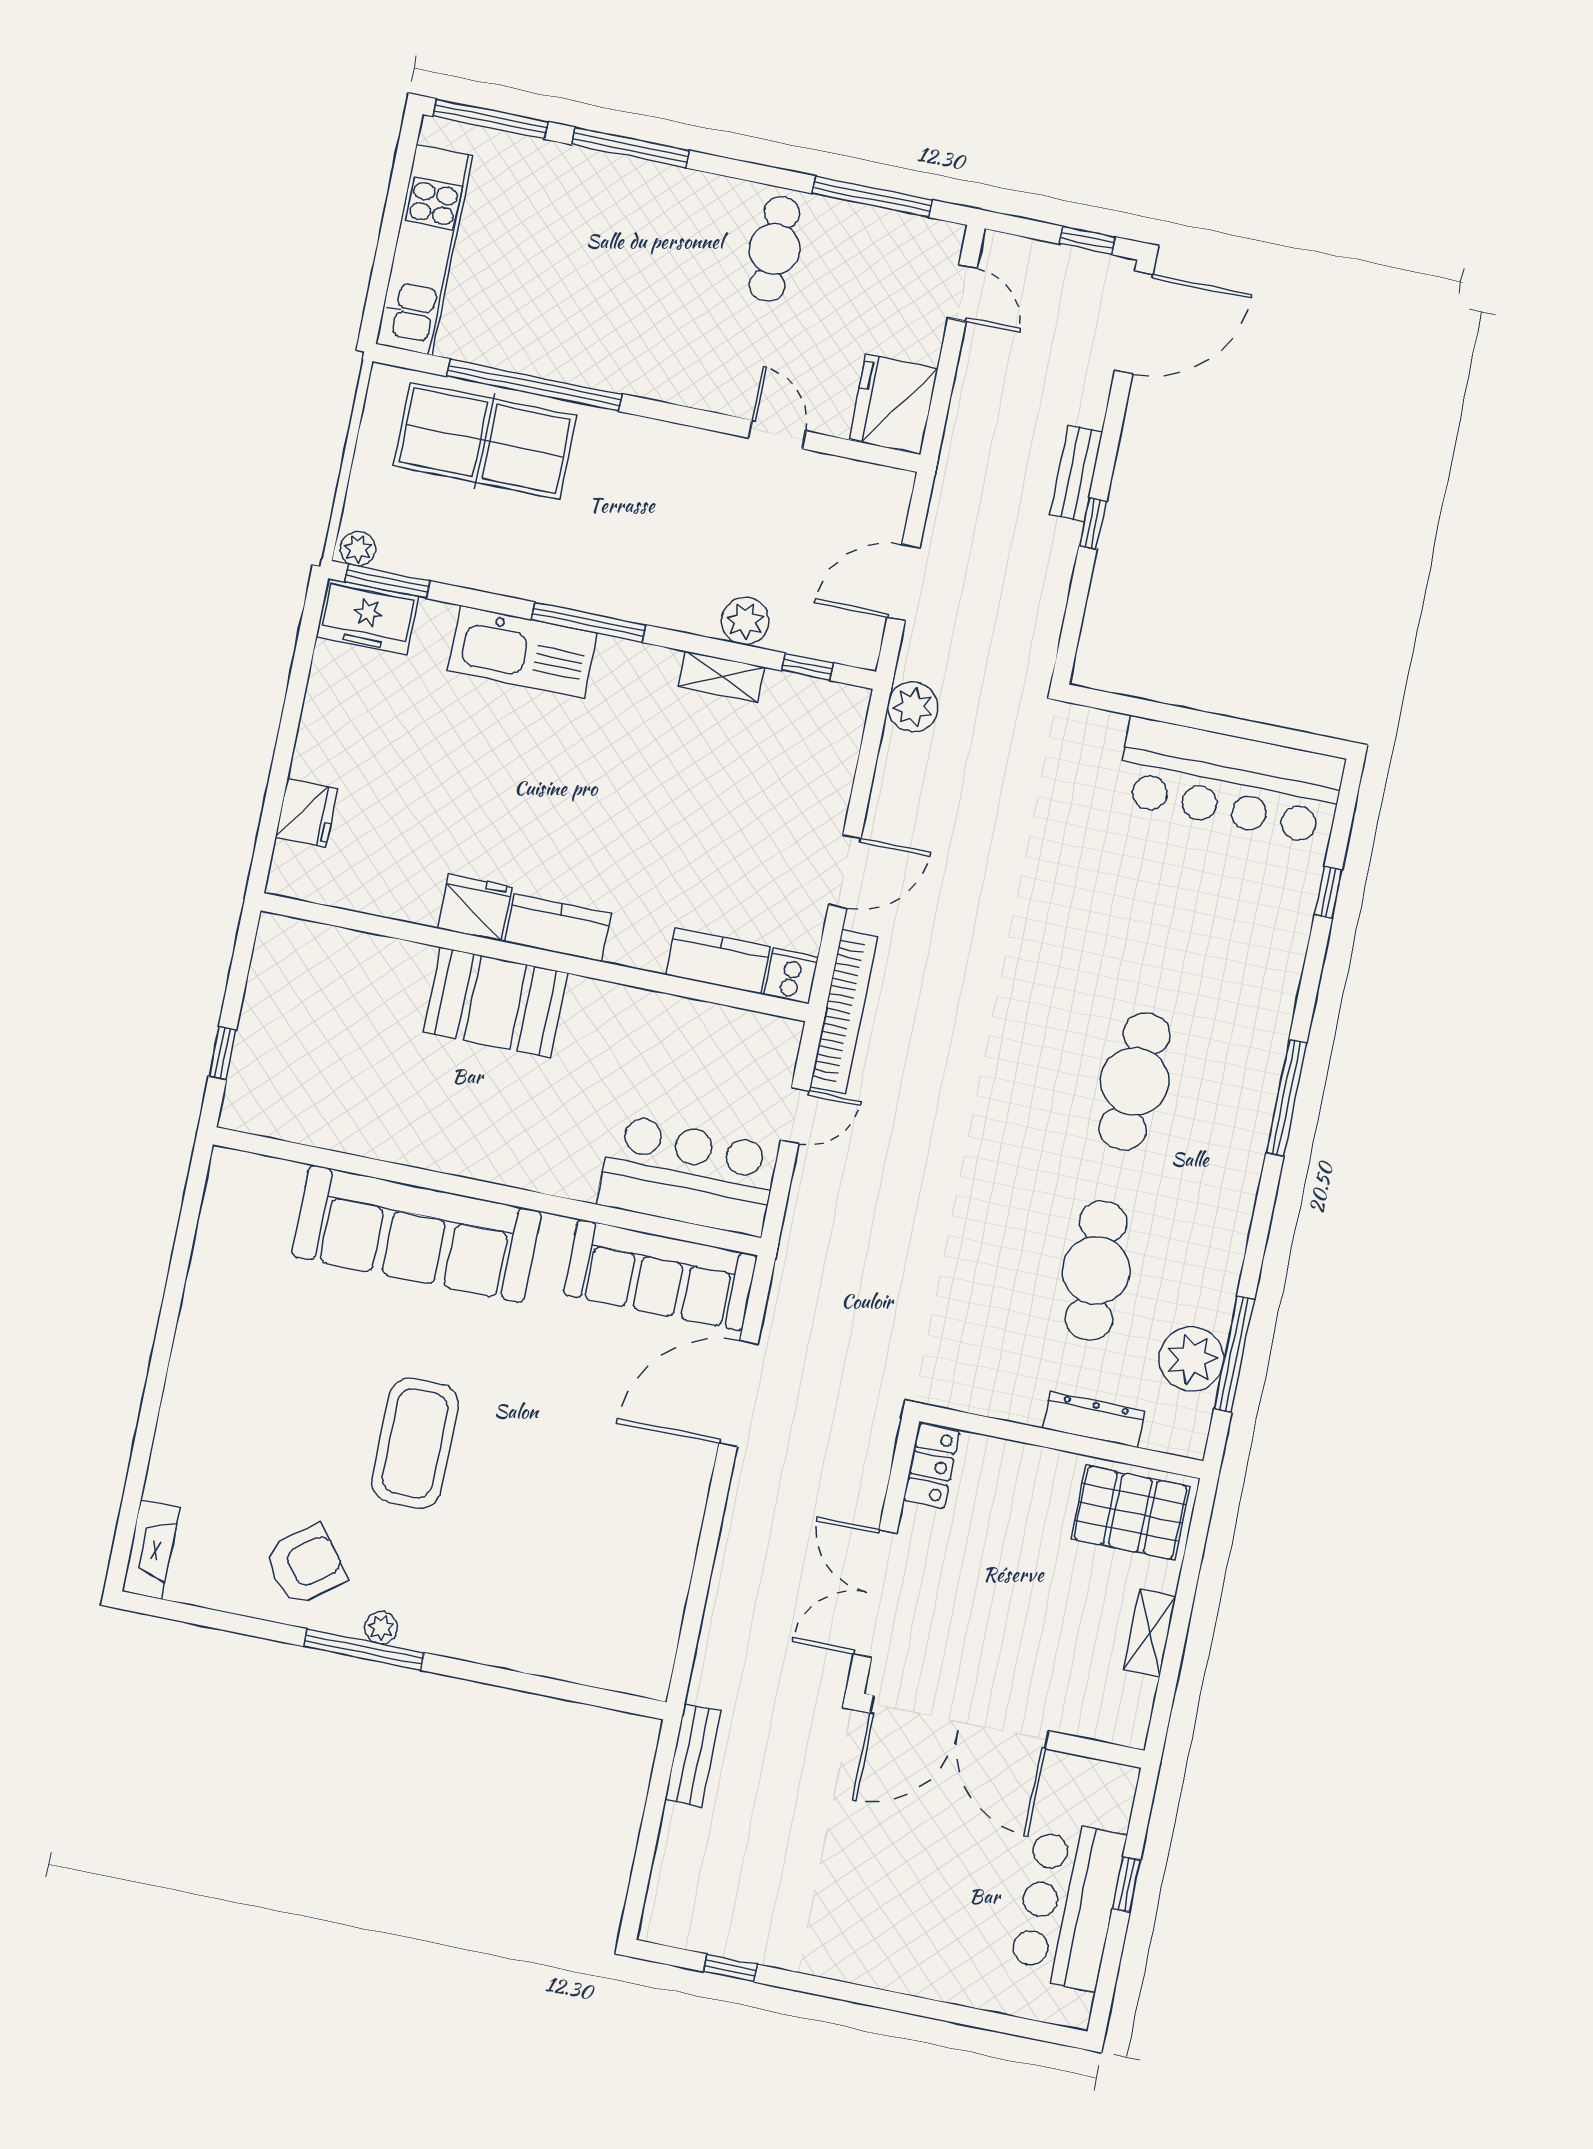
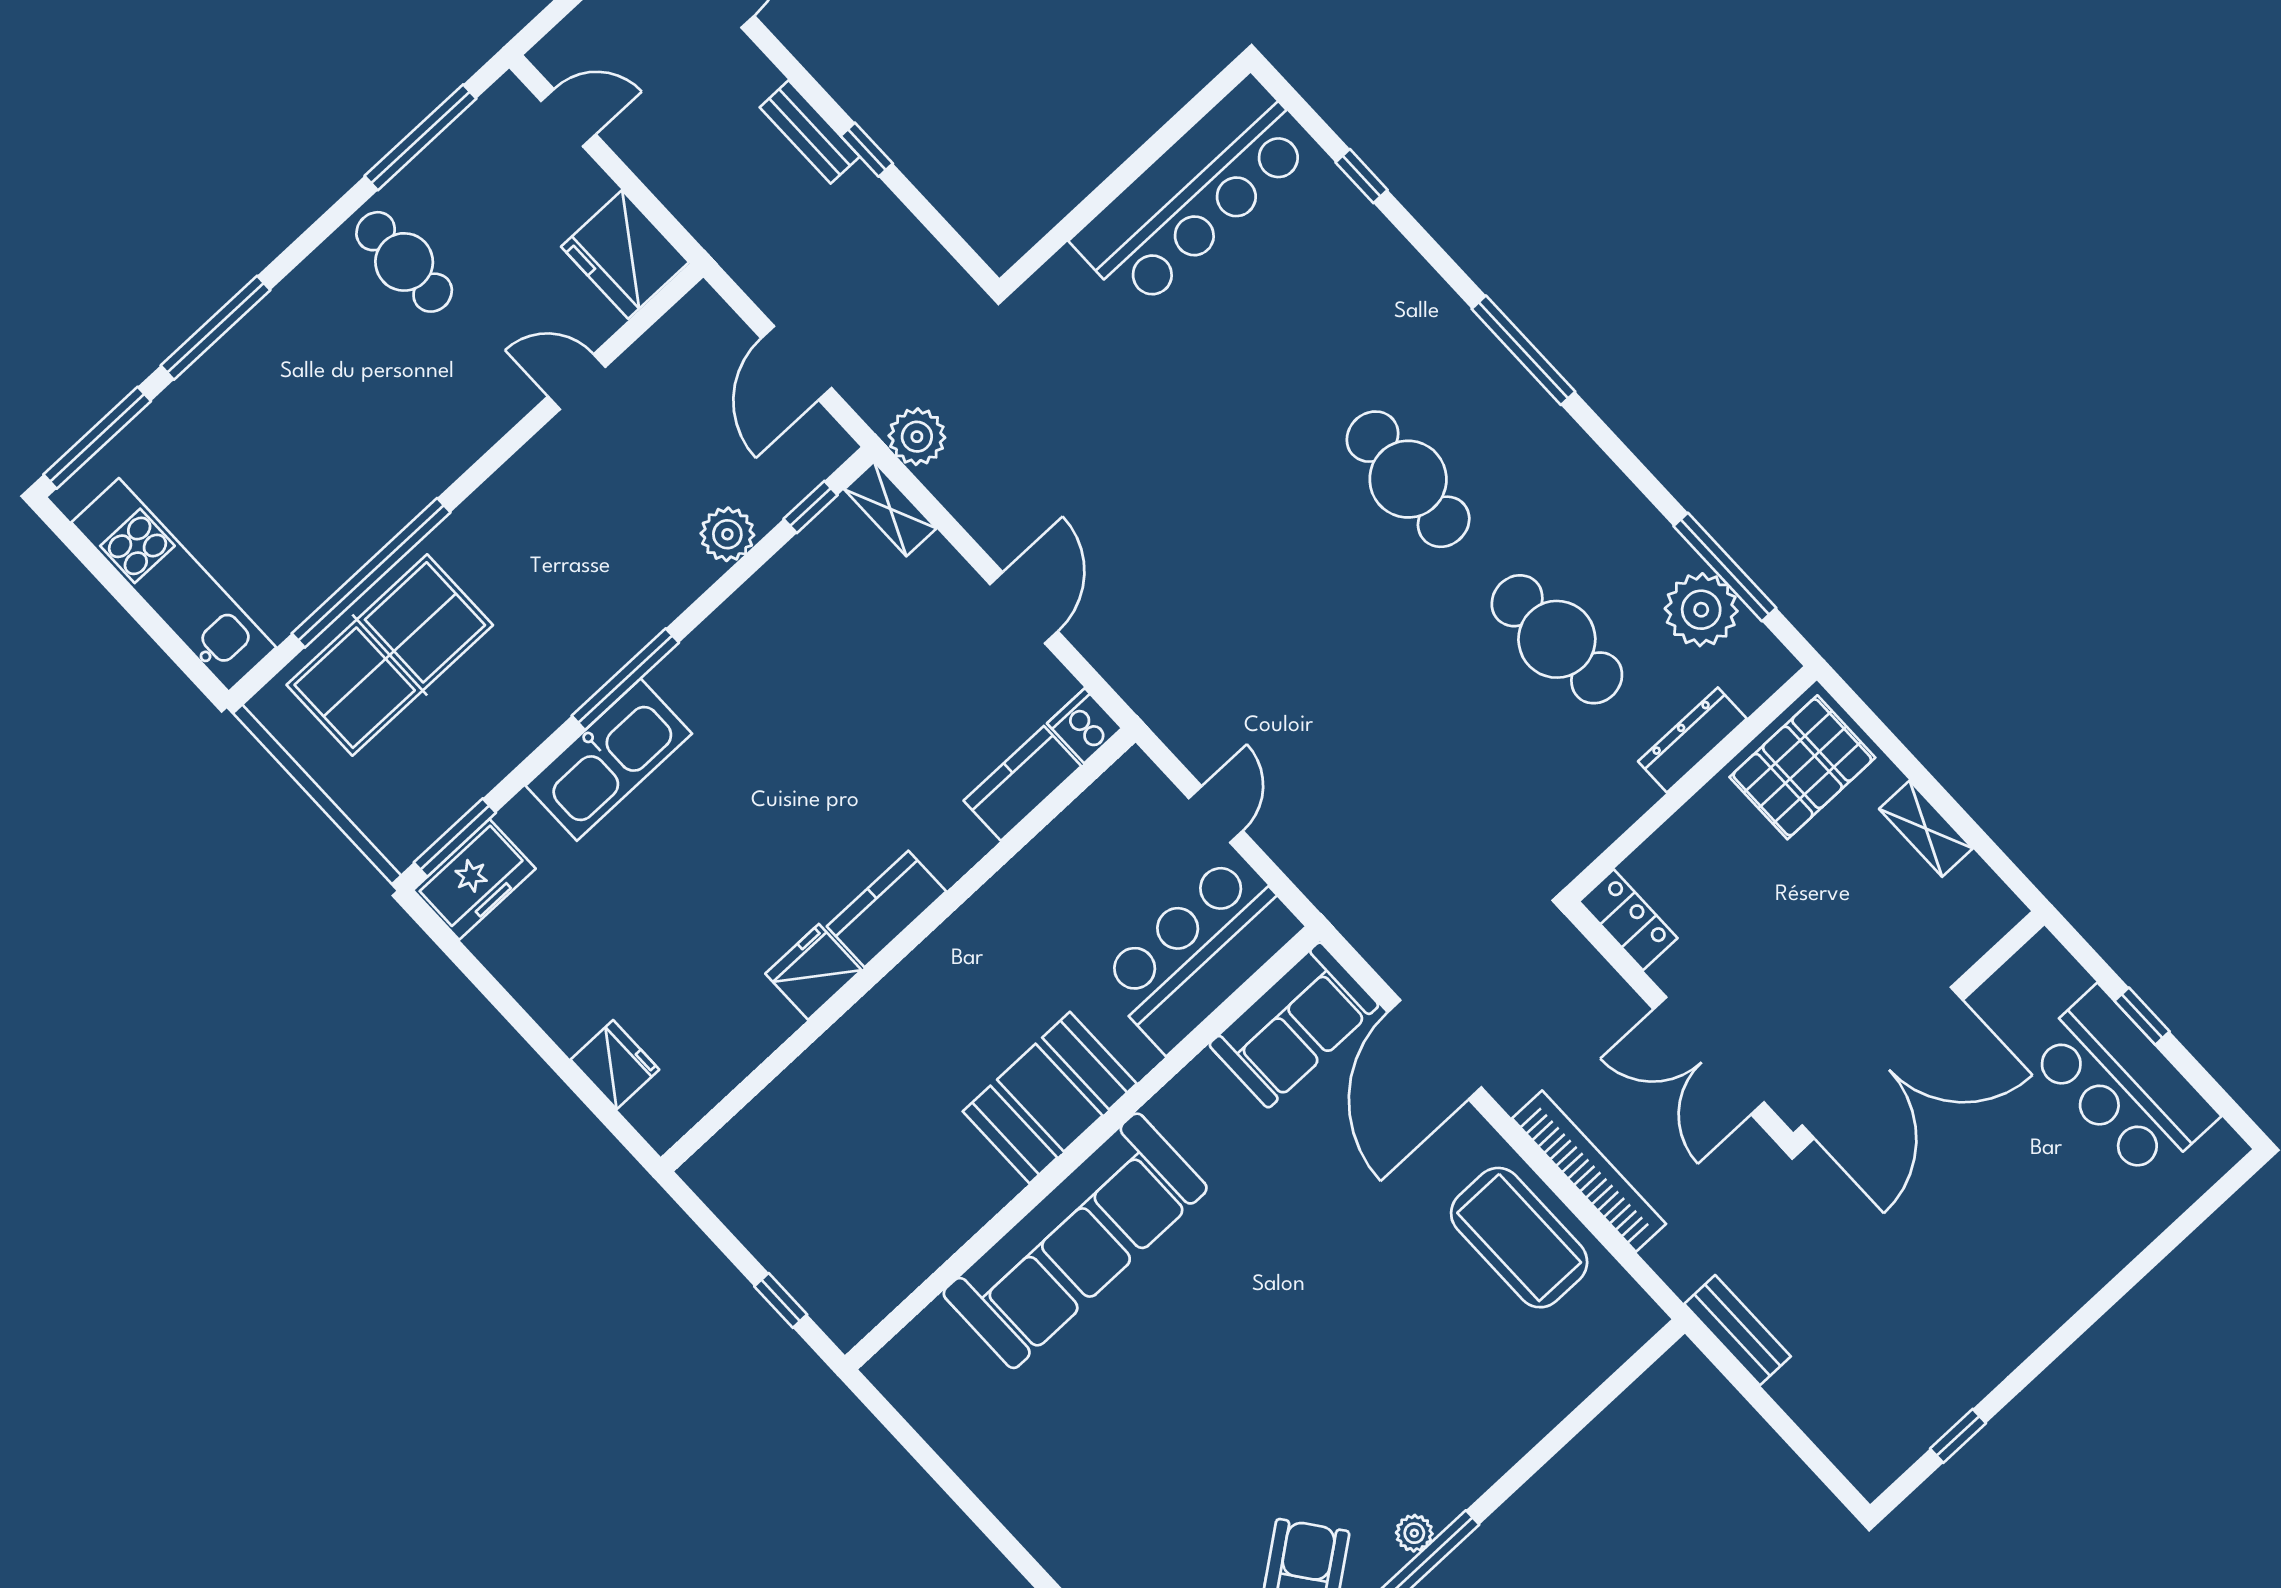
plant: (358, 549) -> (405, 843), removed
shelving: (721, 677) -> (890, 509), moved, turned 90
booth: (495, 1002) -> (1050, 1098), moved
bookcase: (844, 1012) -> (1589, 1171), moved
sofa: (660, 1275) -> (1294, 1025), width x0.73
coffee table: (415, 1443) -> (1519, 1238), moved

